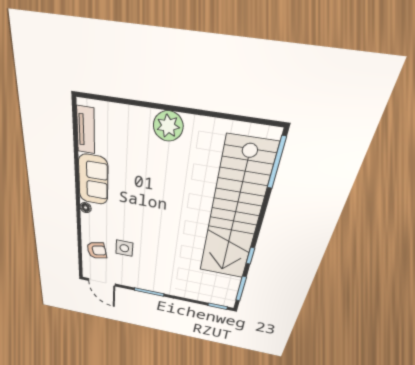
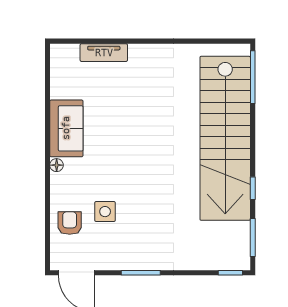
plant: (168, 126) -> (144, 58), removed
tv unit: (86, 130) -> (104, 53), moved, turned 90
armchair: (97, 250) -> (70, 223), turned -78

